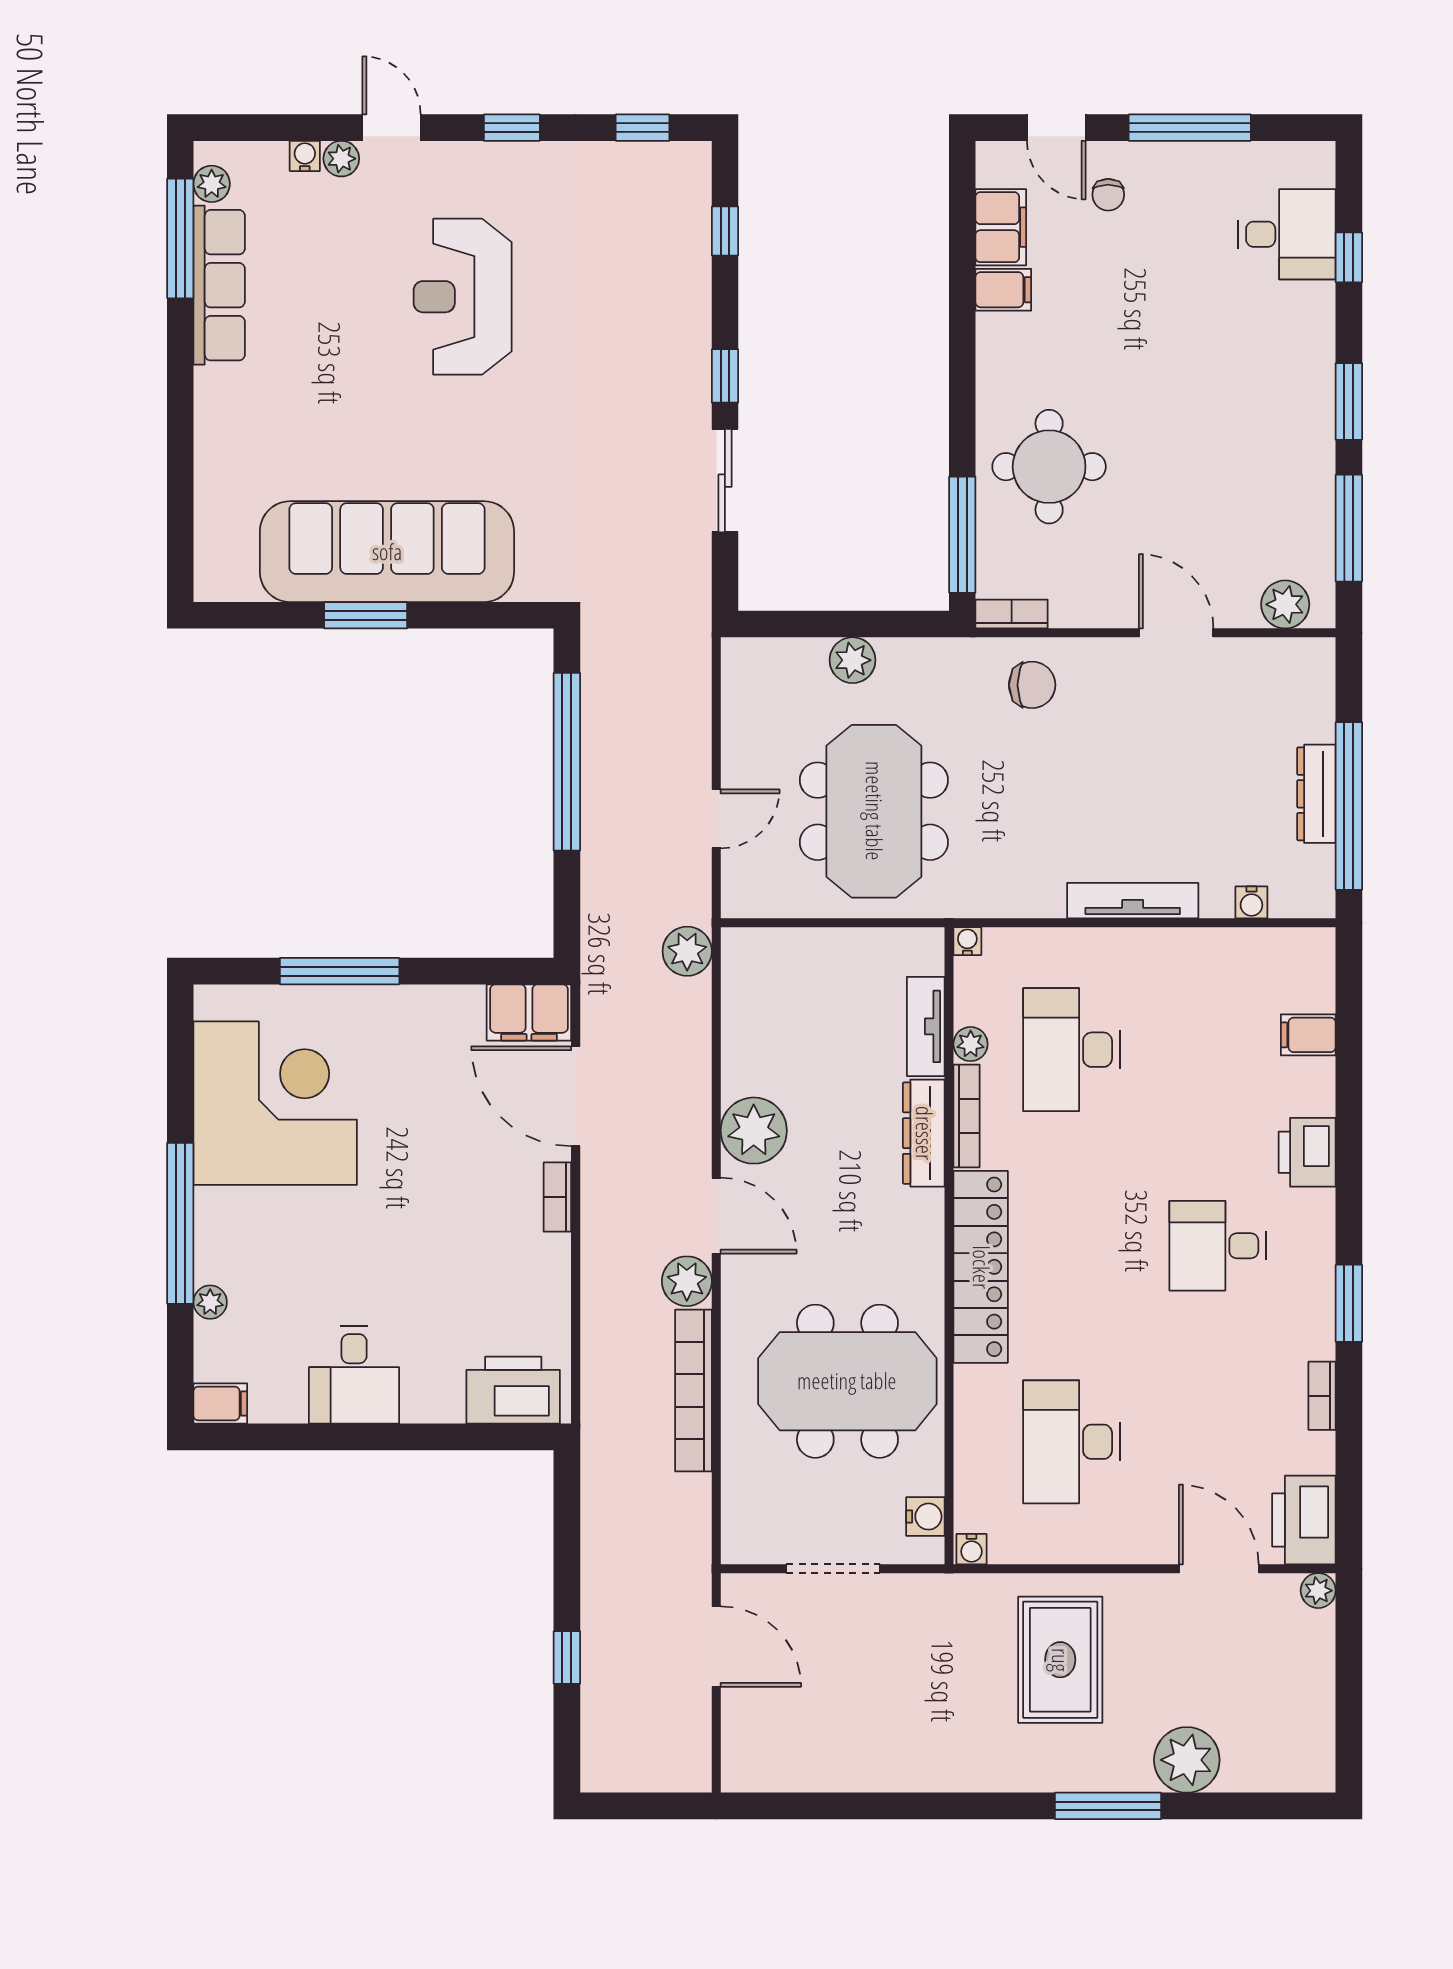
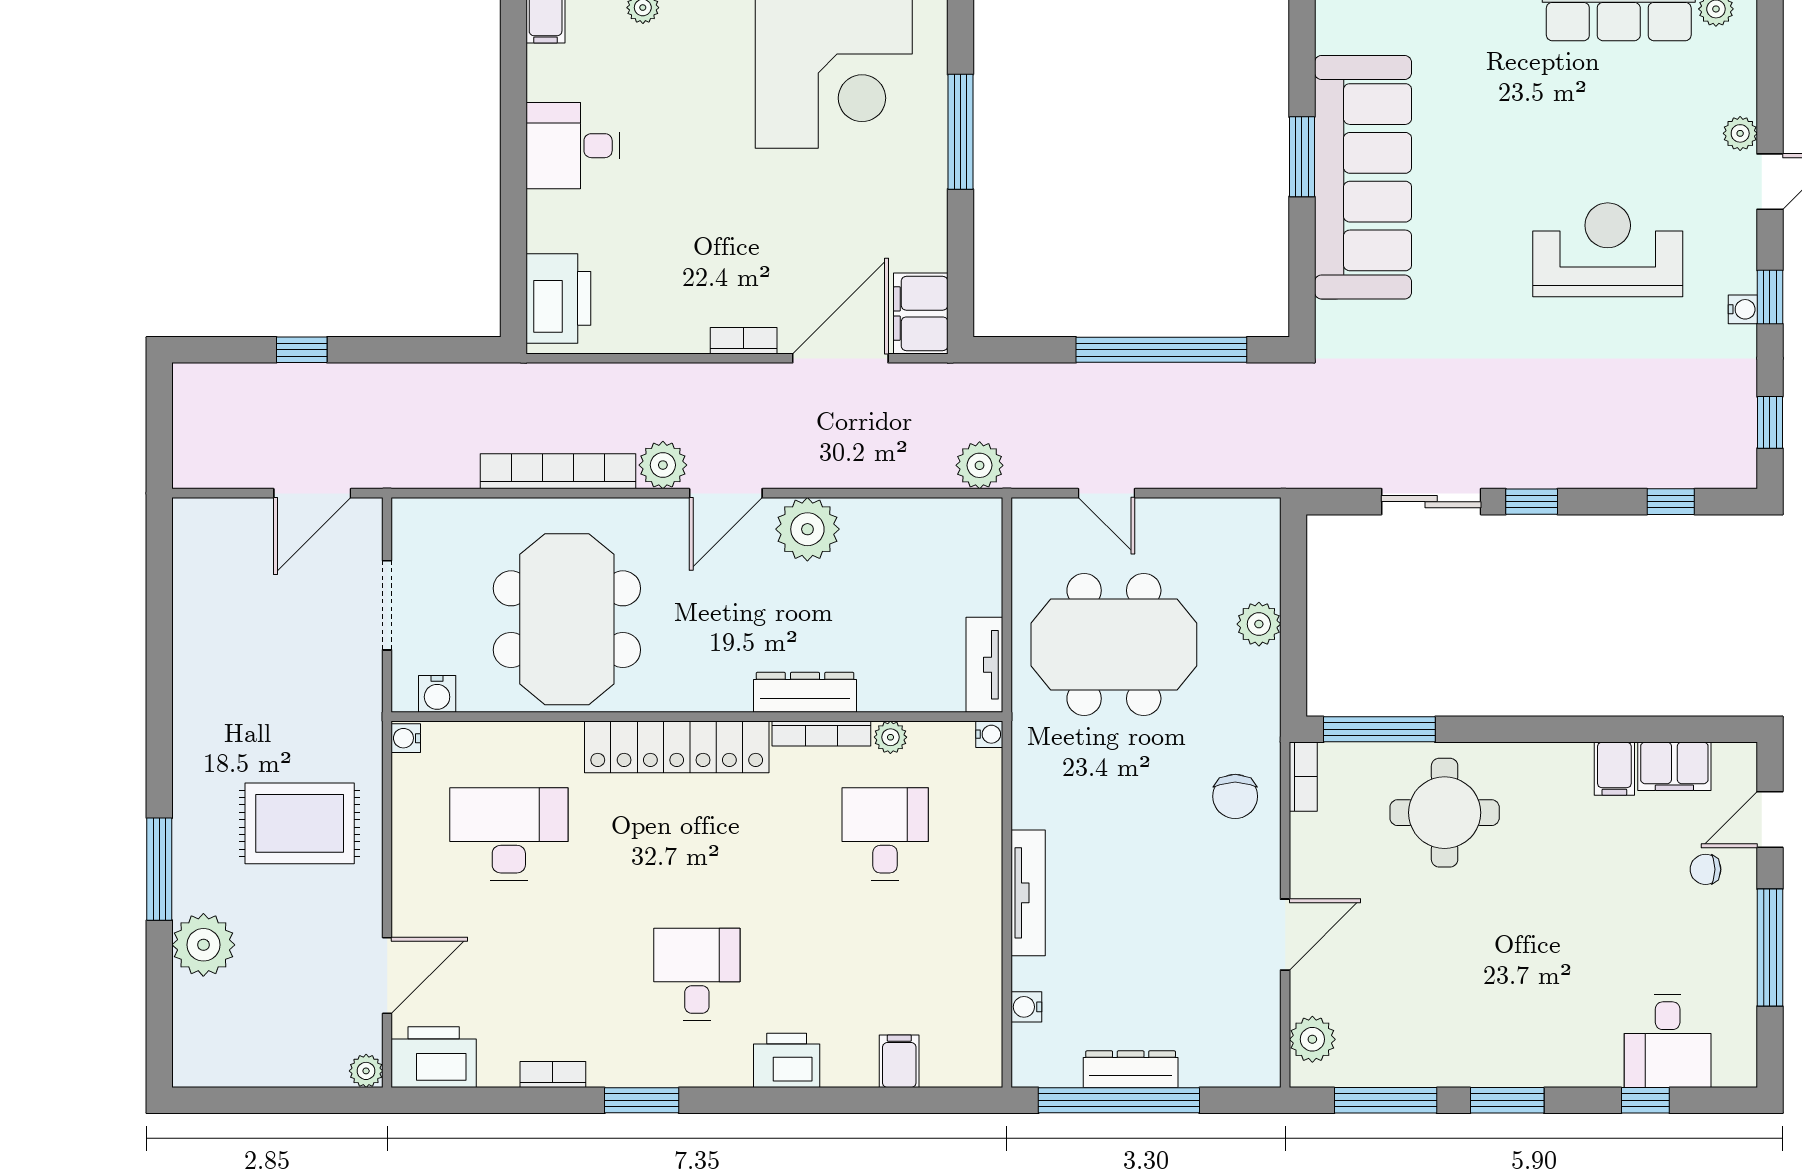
water cooler: (305, 156) -> (1743, 309), moved
tv unit: (926, 1026) -> (984, 665), moved, turned -90
desk: (1071, 1050) -> (885, 834), width x0.73

